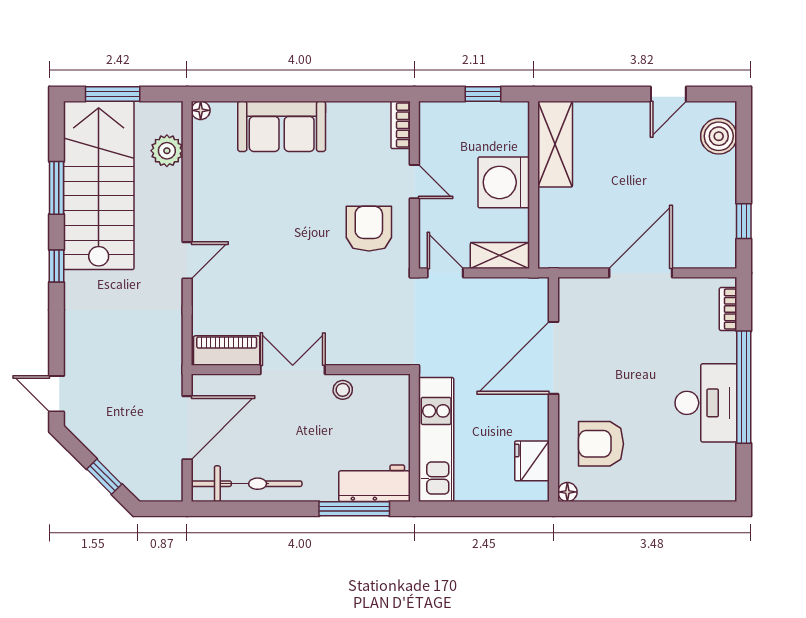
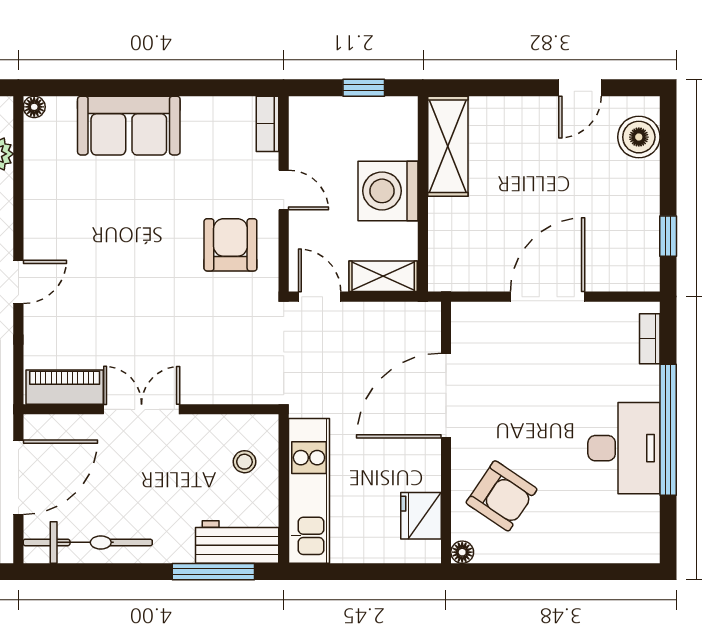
stool: (343, 390) -> (244, 462), moved
armchair: (601, 444) -> (502, 496), turned -146

